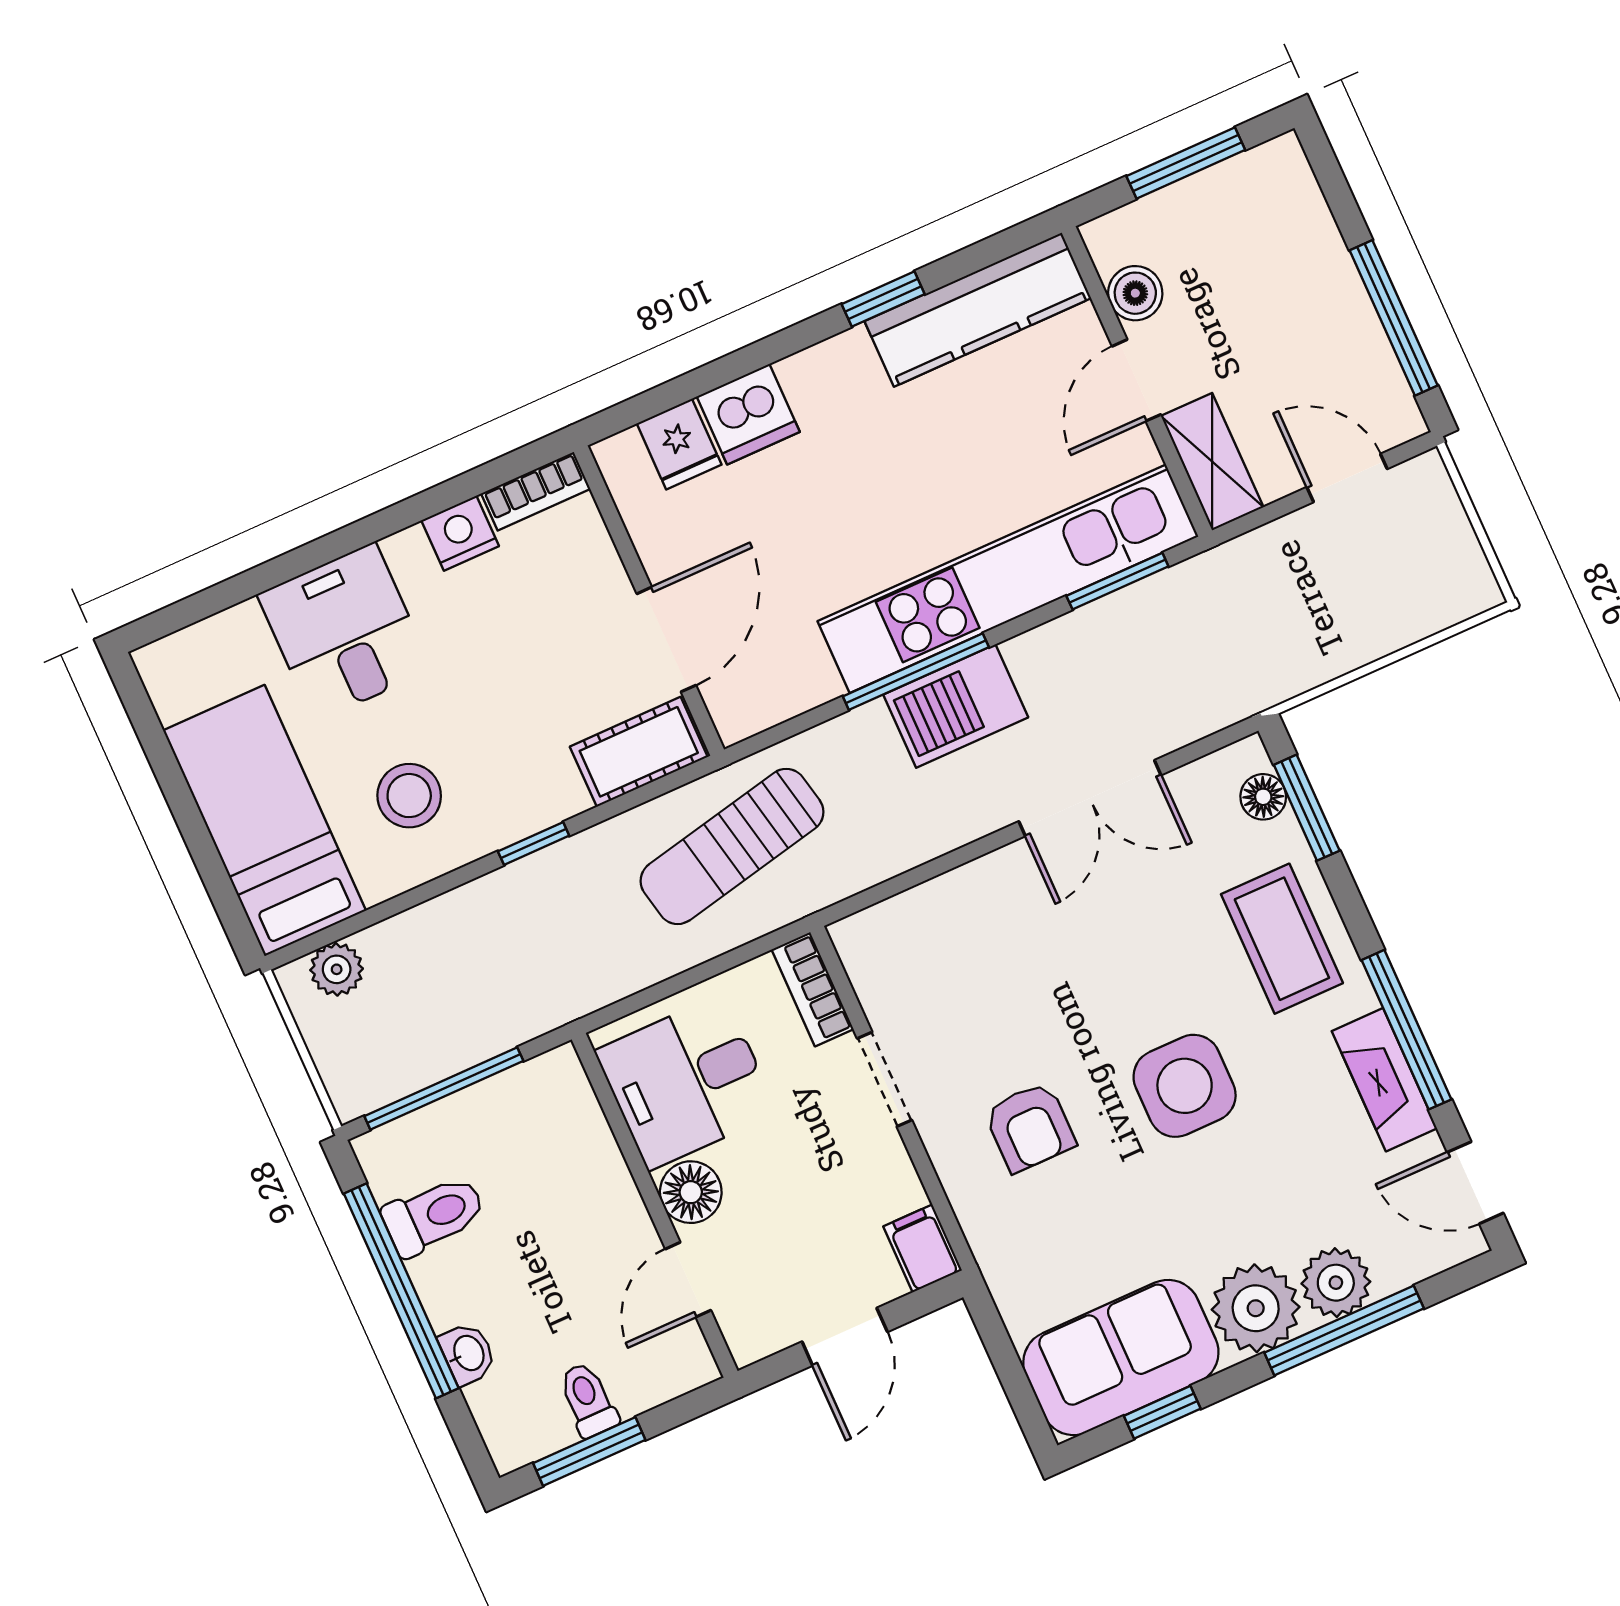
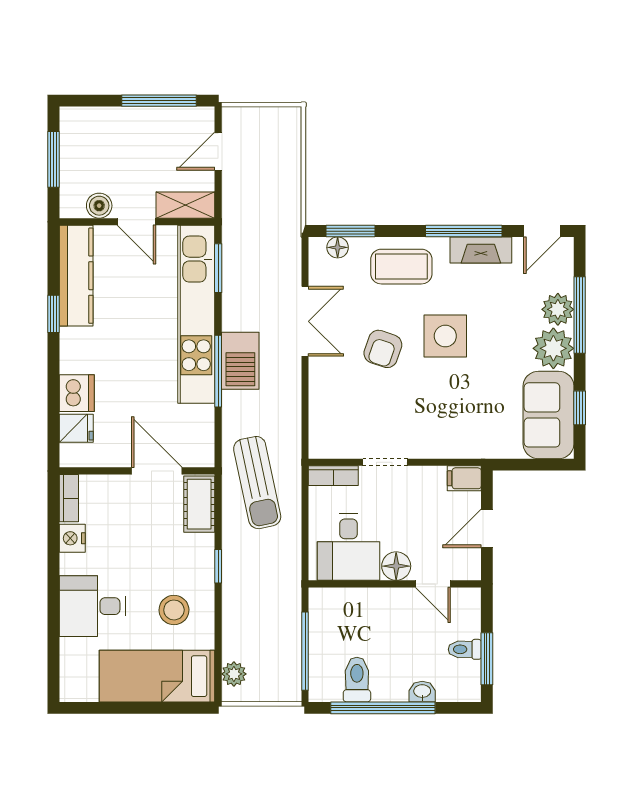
armchair: (1030, 1127) -> (383, 349), moved, turned 109
door: (845, 1337) -> (487, 528), swing flipped

